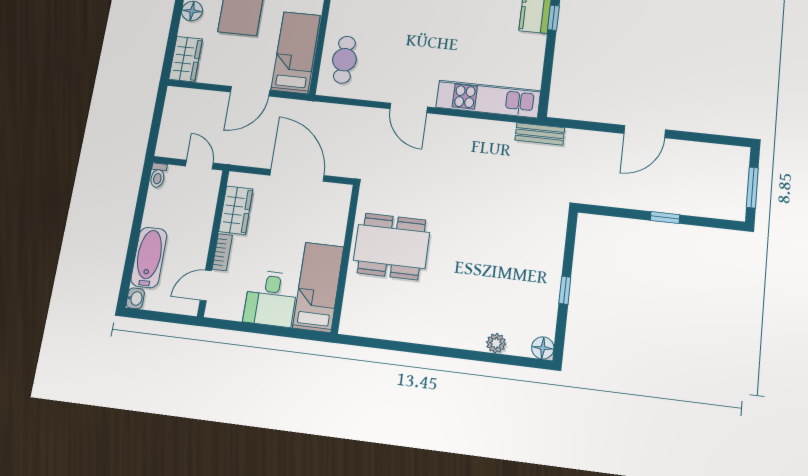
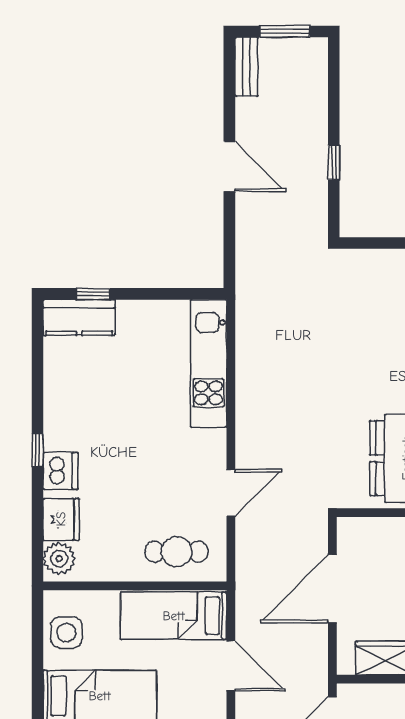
door: (409, 108) -> (231, 493), moved
bench: (540, 134) -> (246, 67), moved
window: (665, 218) -> (334, 162), moved

